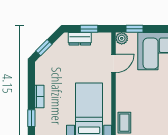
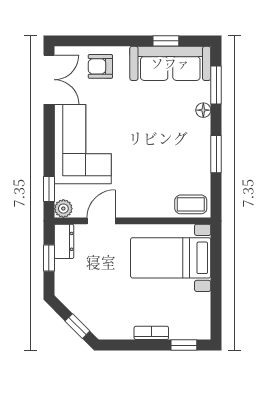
dresser: (80, 39) -> (64, 241), moved
door: (114, 63) -> (101, 221), hinge flipped

